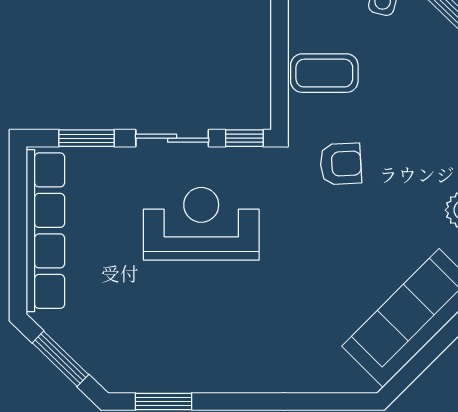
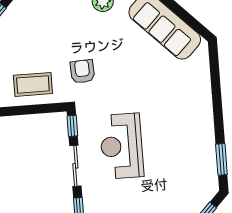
coffee table: (324, 73) -> (33, 84), turned 90

